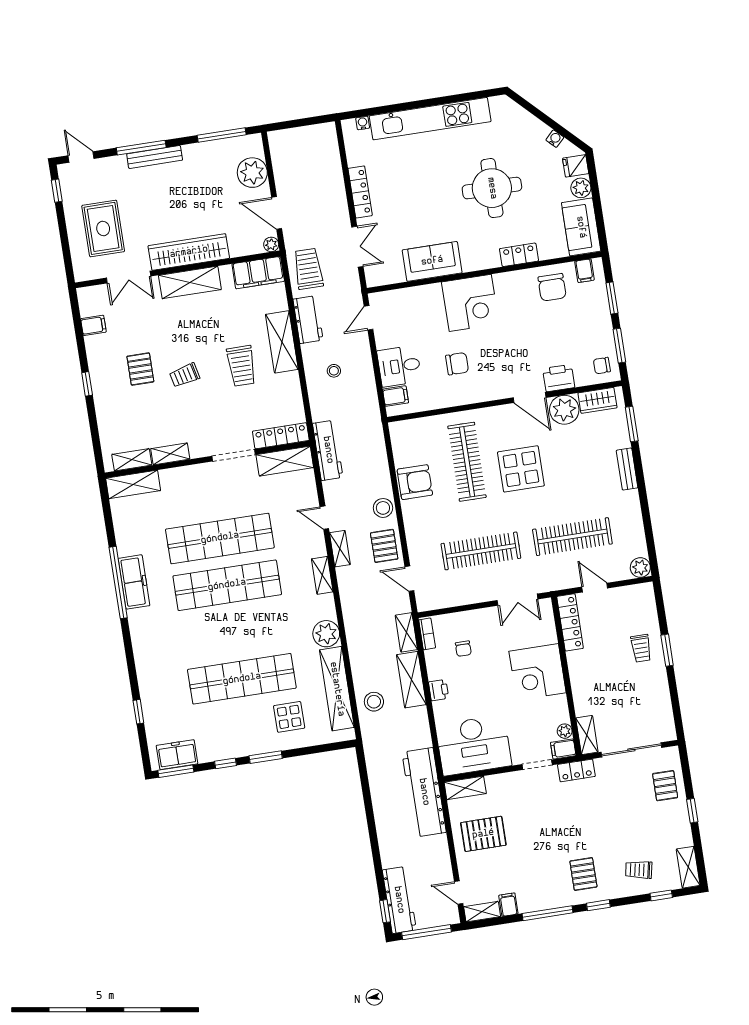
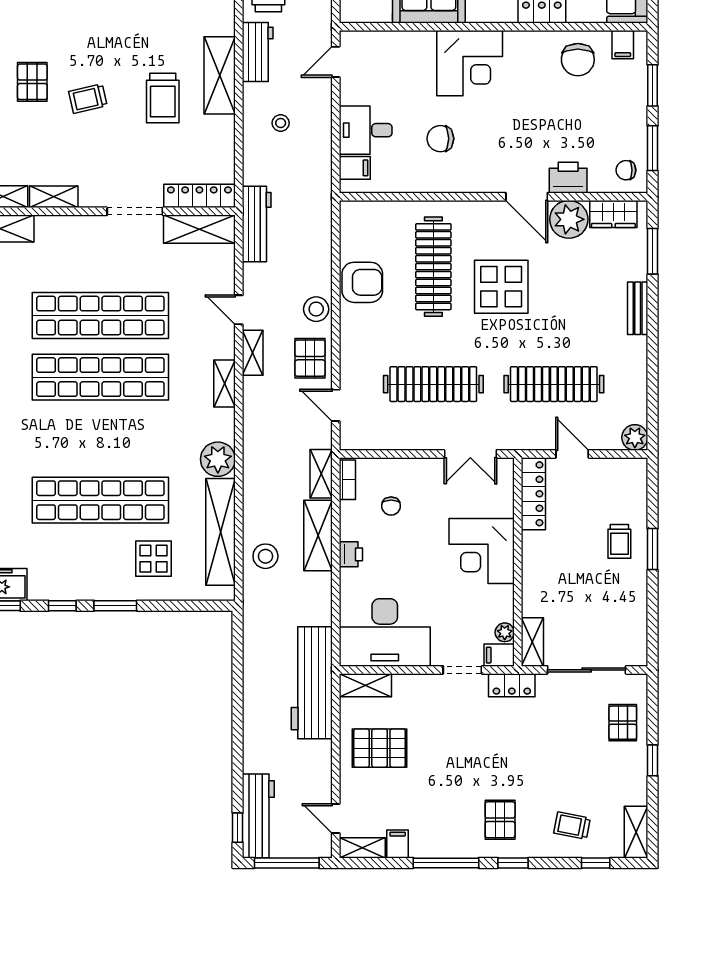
chair: (457, 364) -> (440, 139), turned 180

